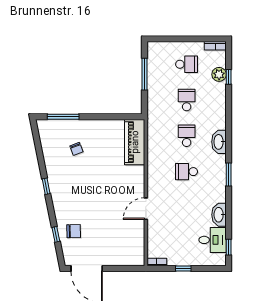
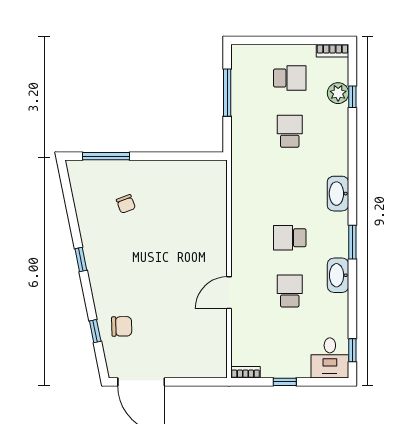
school desk: (187, 136) -> (290, 291), moved
piano: (135, 142) -> (212, 194), removed
washbasin: (219, 215) -> (338, 275), moved
desk: (213, 240) -> (330, 358), moved, turned 90

